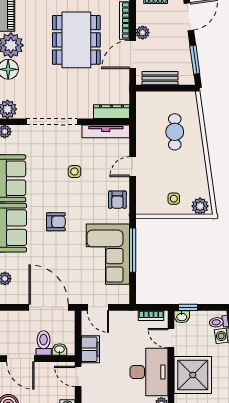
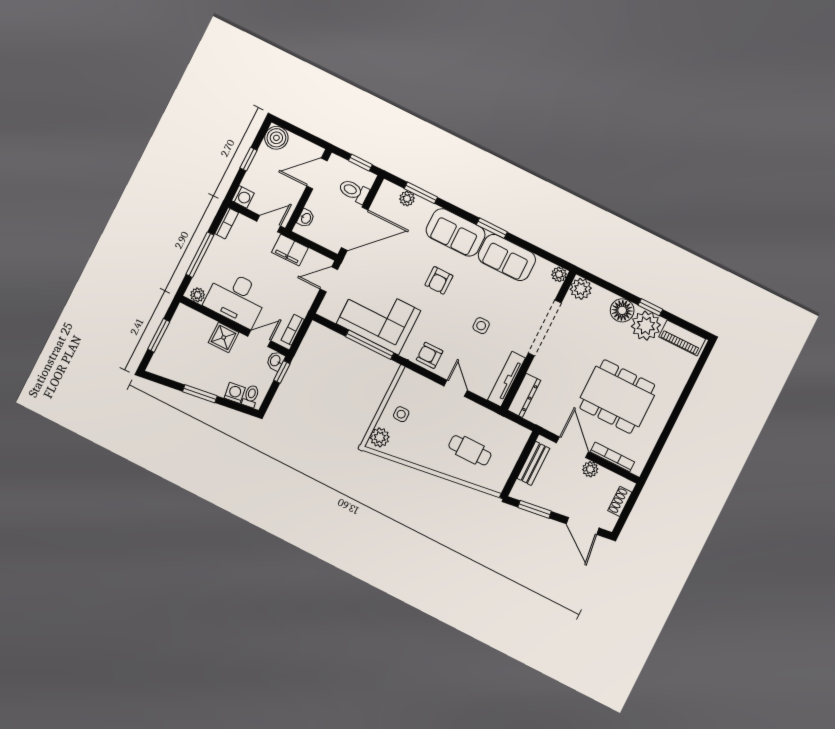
toilet: (44, 343) -> (354, 191), moved, turned 180
shower: (193, 375) -> (224, 337), width x0.54, depth x0.54

